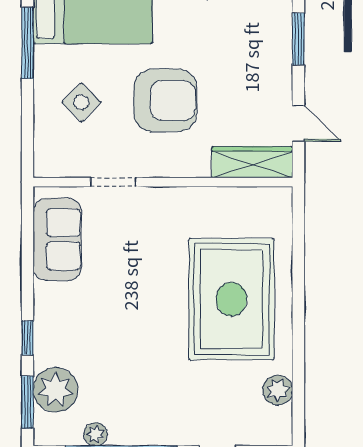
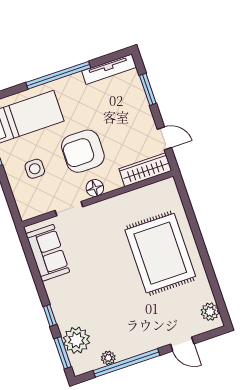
armchair: (165, 100) -> (83, 151), turned 180
side table: (81, 102) -> (35, 169), turned 45
floor lamp: (164, 164) -> (95, 188), added
plant: (278, 390) -> (210, 312), moved

